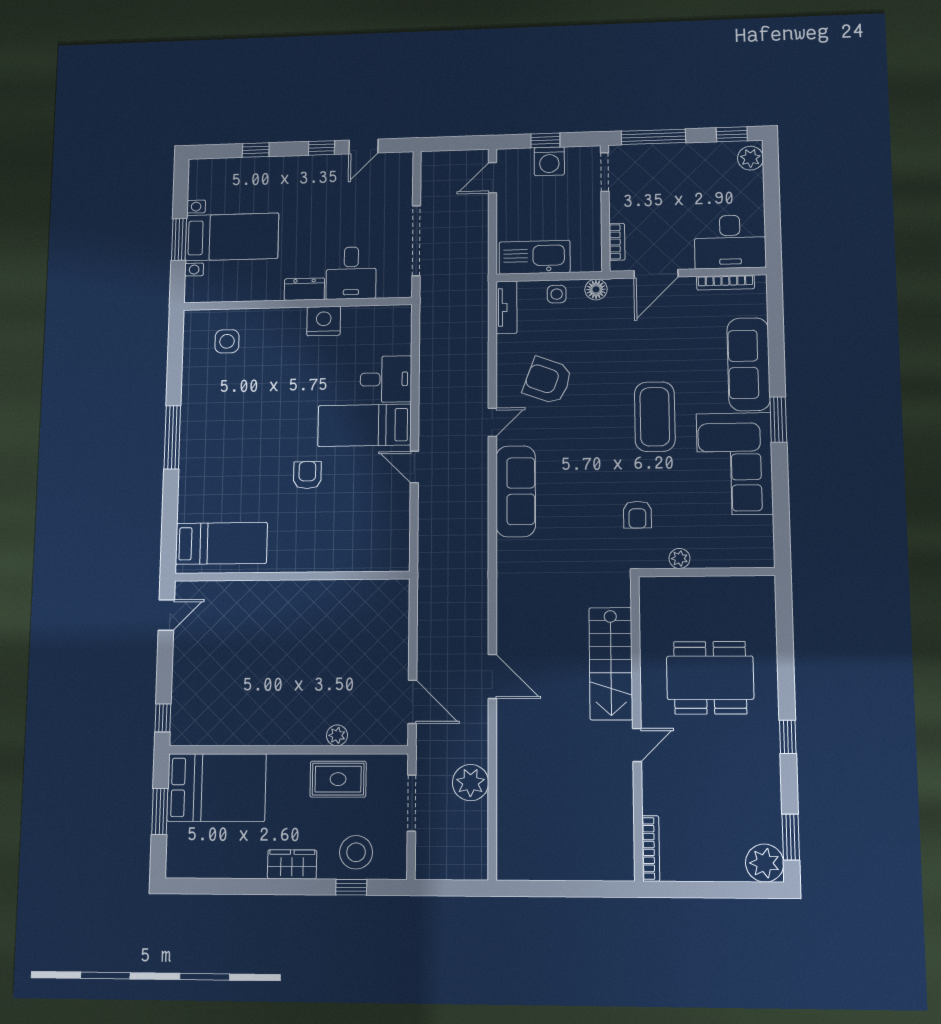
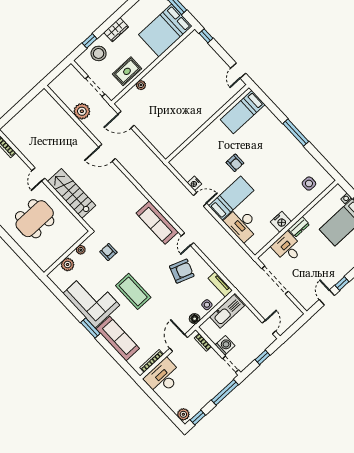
washing machine: (549, 161) -> (225, 345), moved, turned 90
desk: (386, 379) -> (242, 224), width x1.37
nightstand: (400, 500) -> (194, 183), added
plant: (723, 554) -> (68, 264), added

